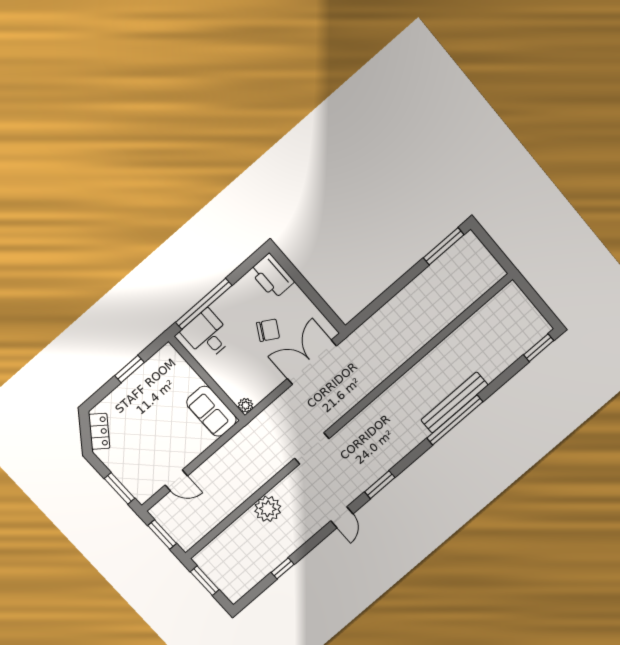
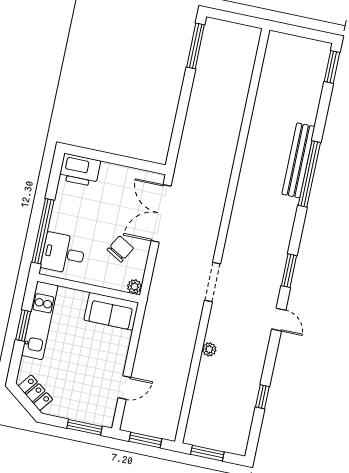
chair: (268, 330) -> (120, 249), moved
kitchen unit: (147, 375) -> (40, 320), added
plant: (268, 509) -> (209, 349), width x0.53, depth x0.53

